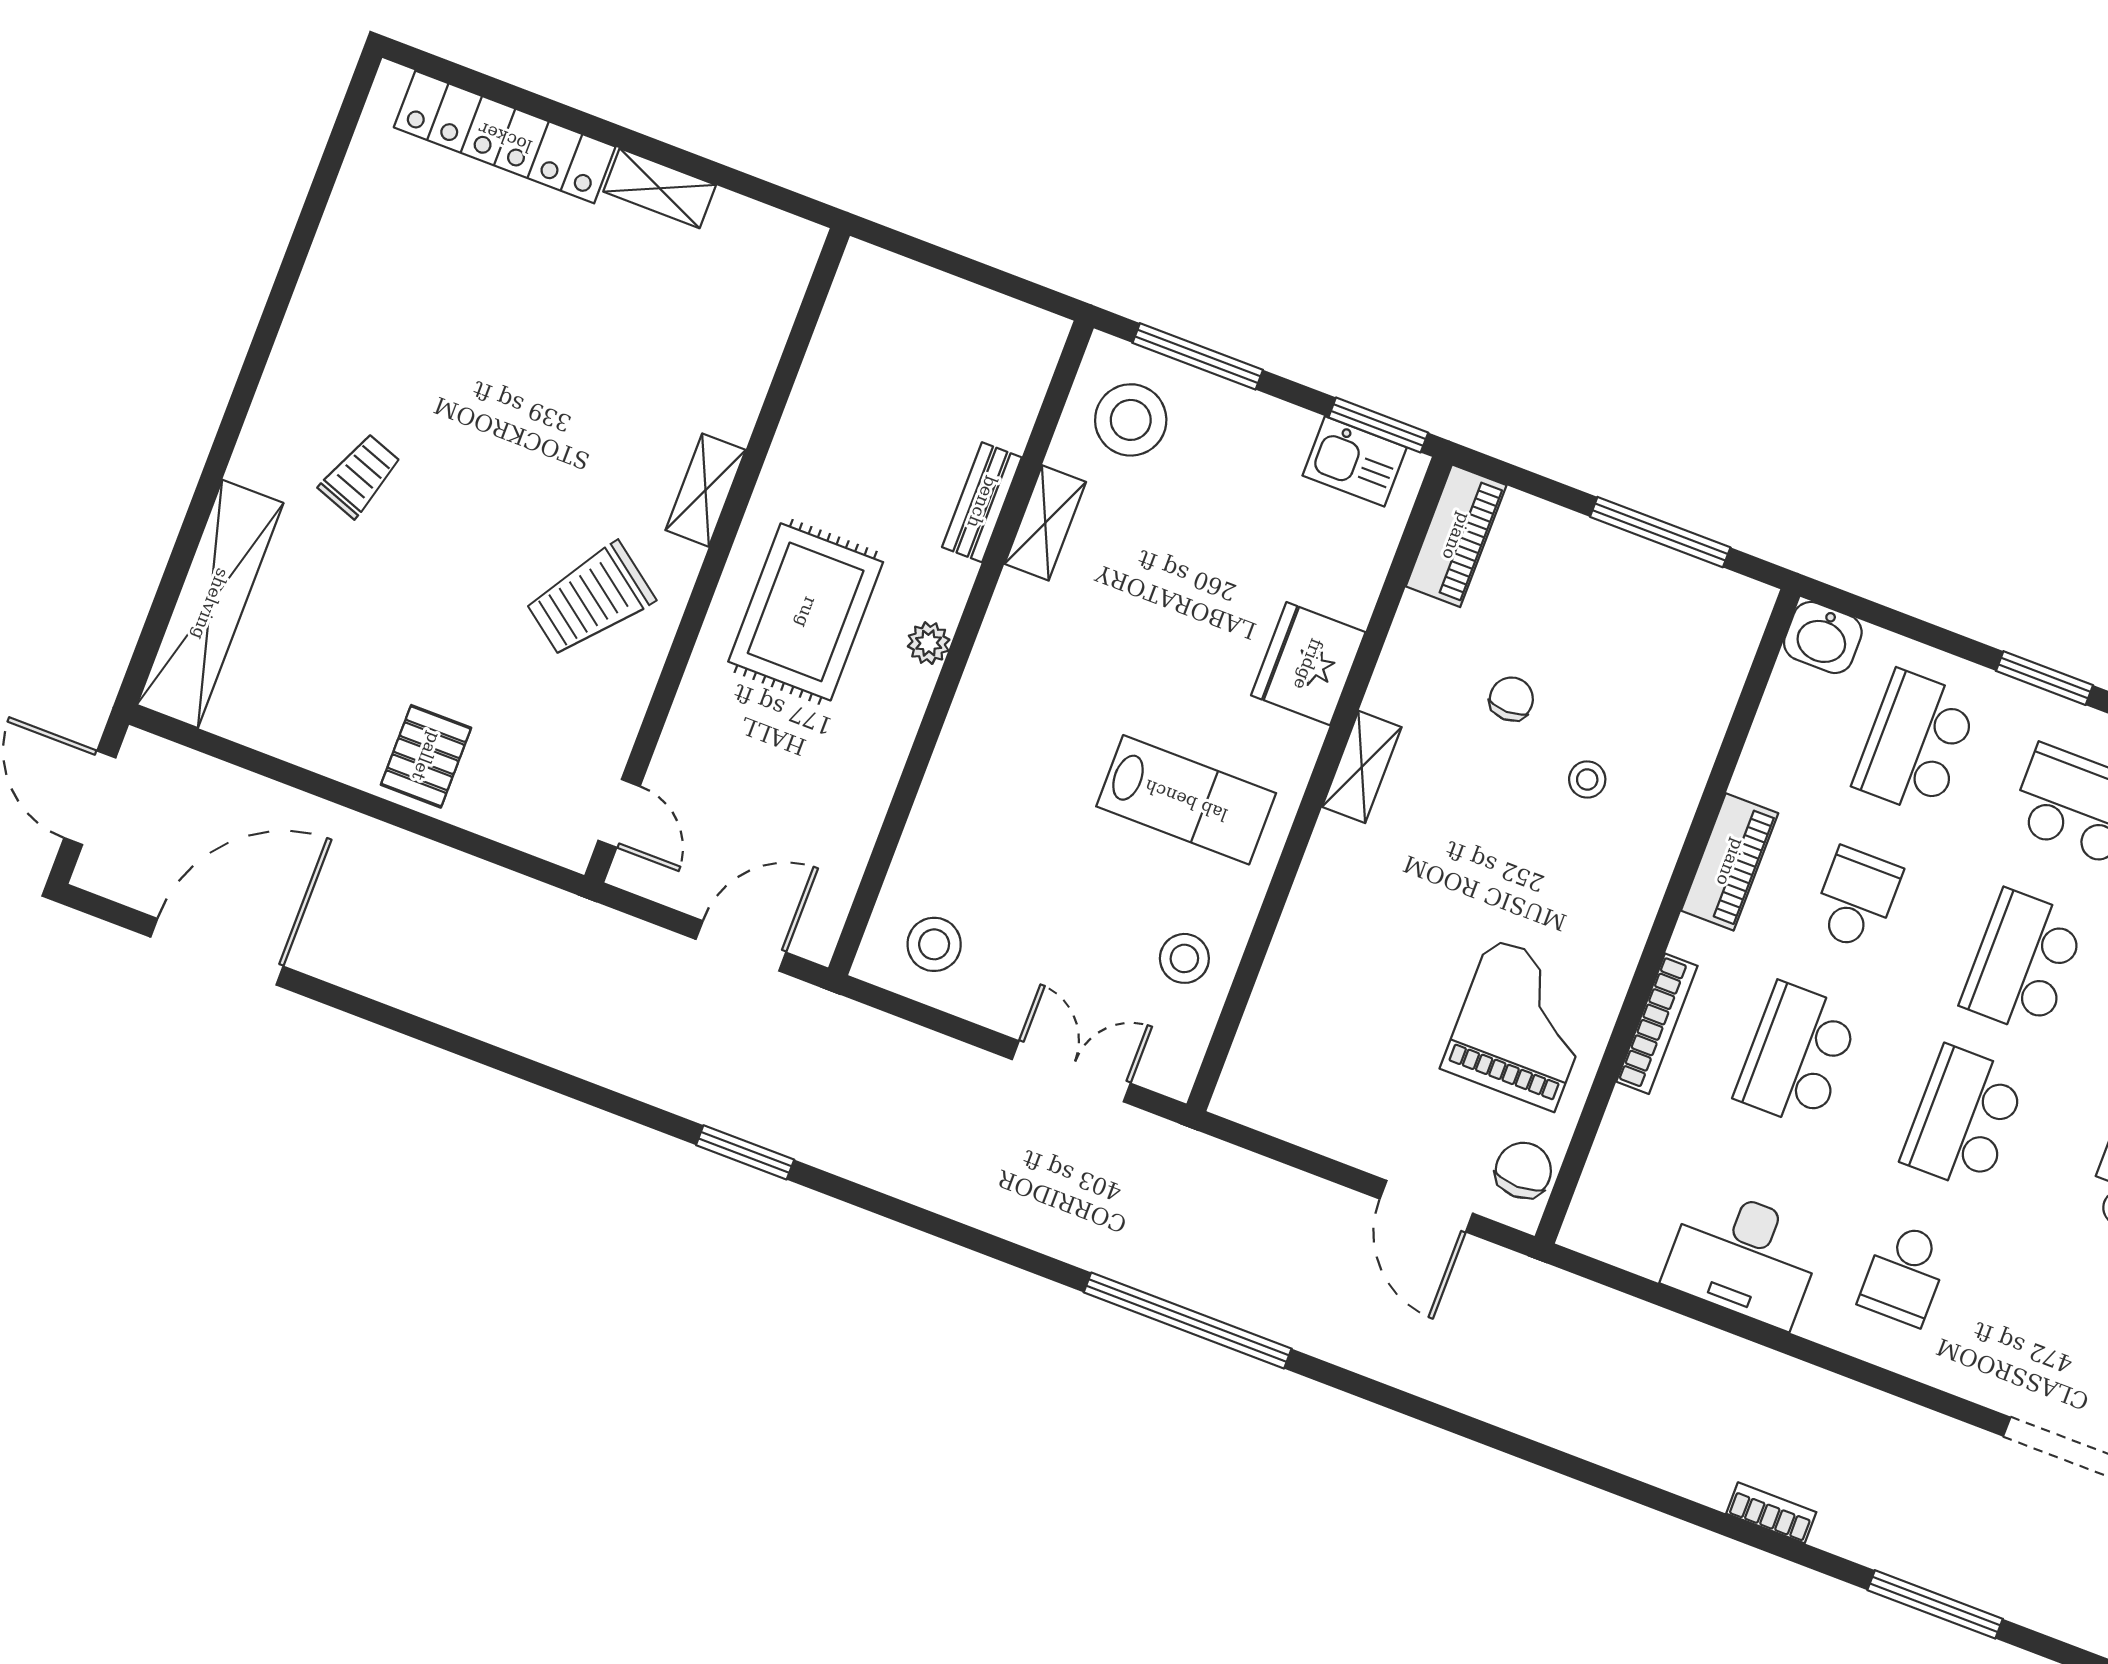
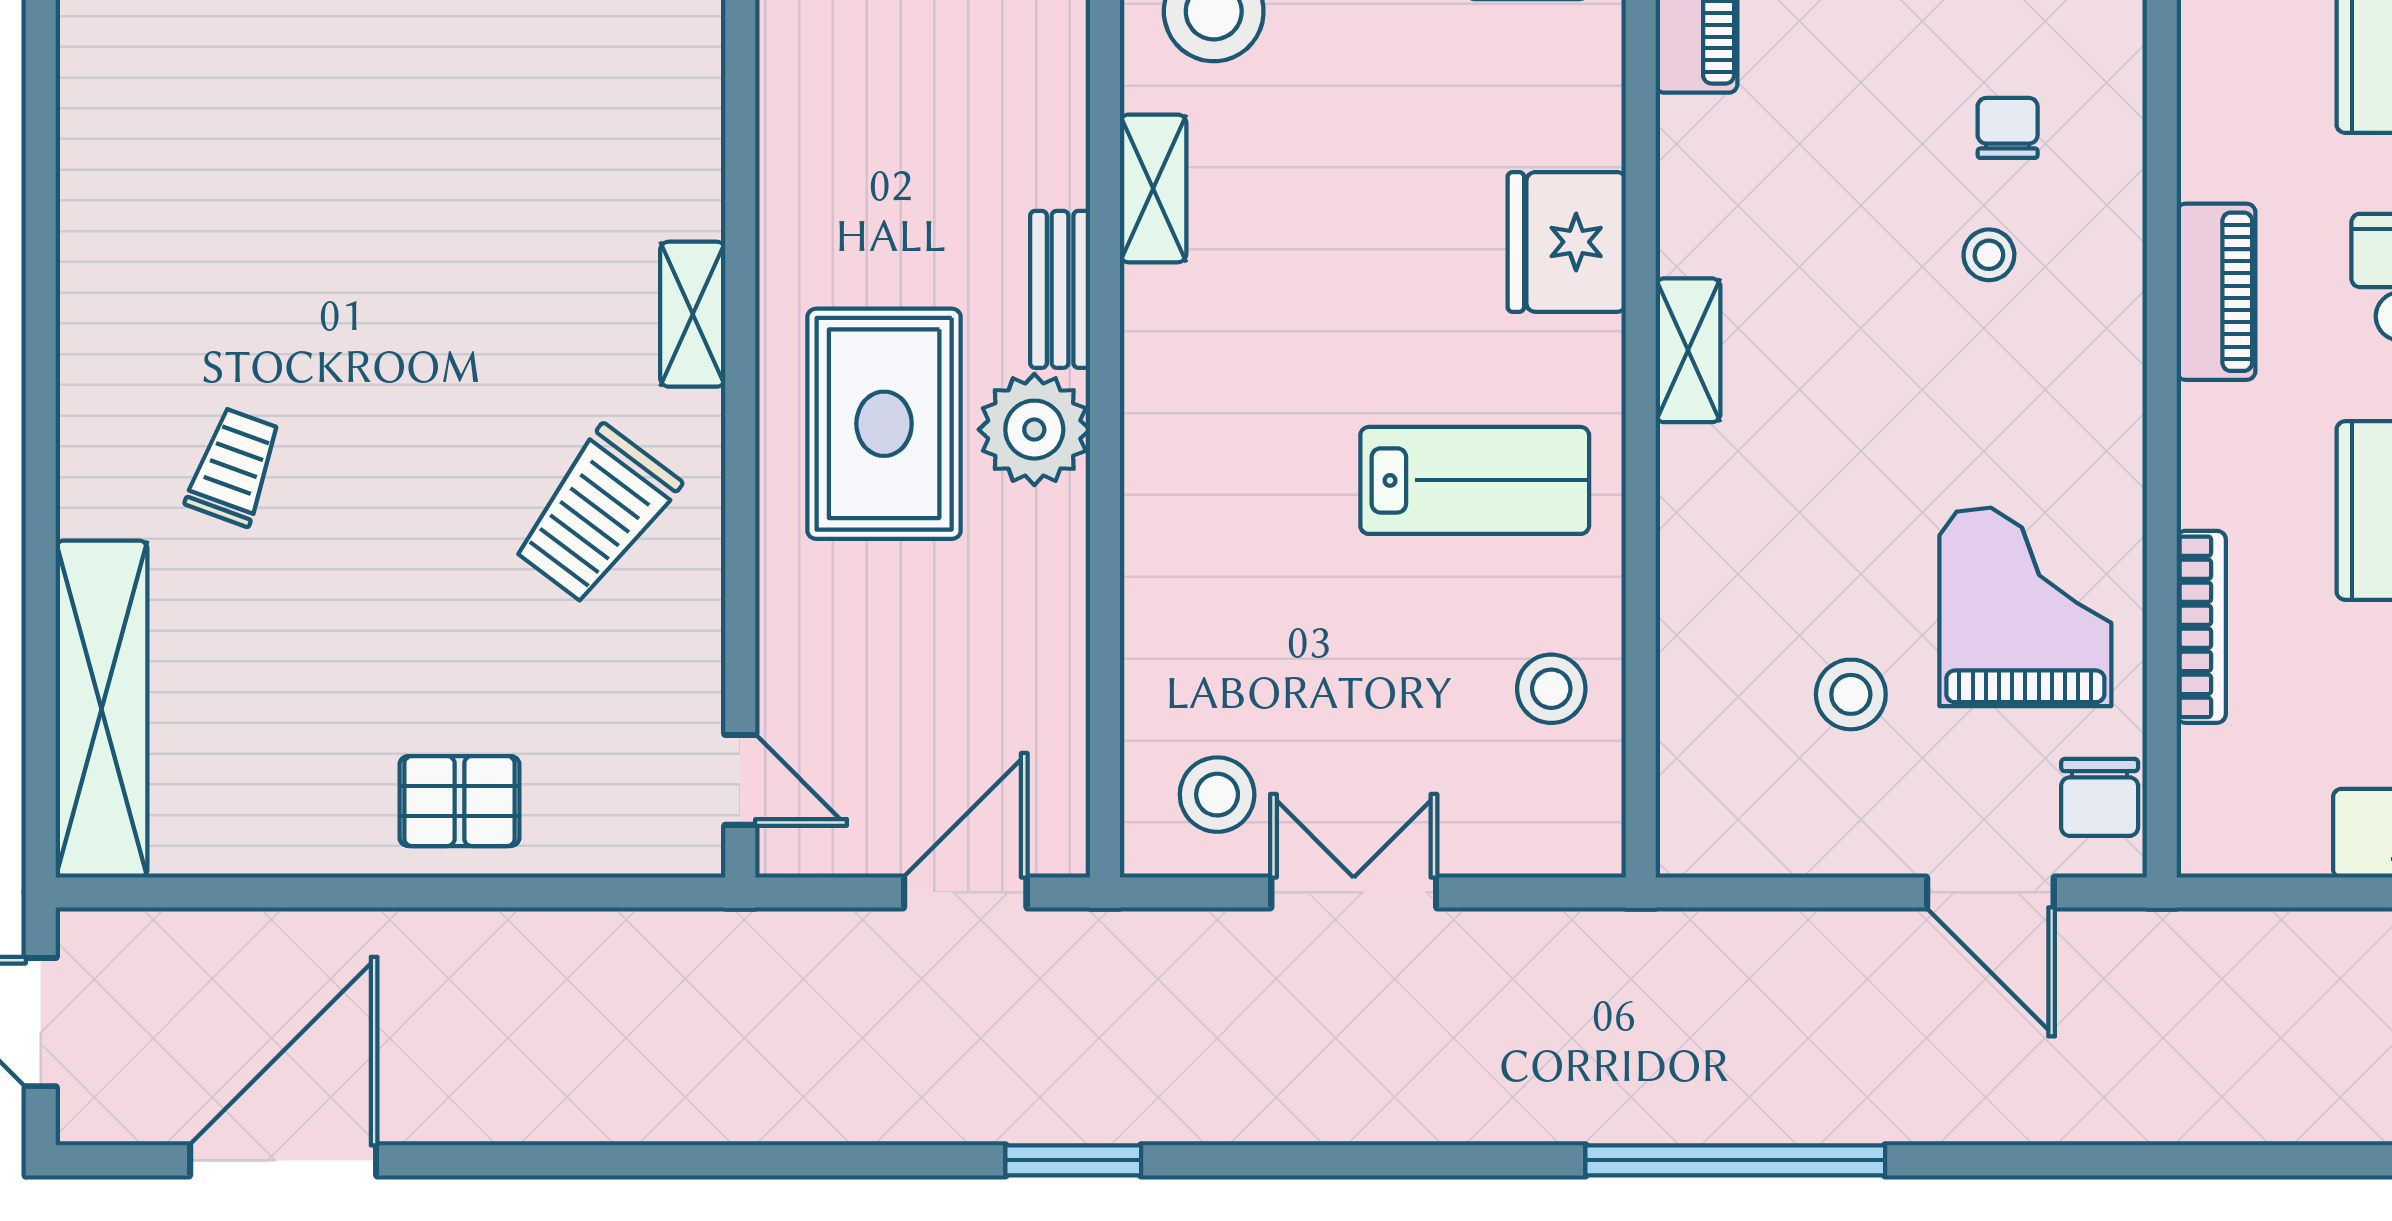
bench: (982, 502) -> (1060, 289), moved
plant: (929, 643) -> (1034, 430), width x1.88, depth x1.88
chair: (1511, 699) -> (2008, 128), moved
pallet: (426, 756) -> (459, 801), turned 90
bookcase: (1657, 1024) -> (2201, 627), moved
stool: (1383, 1038) -> (1851, 694), added
double door: (1071, 1071) -> (1354, 892), moved
chair: (1523, 1170) -> (2100, 797), turned 180

